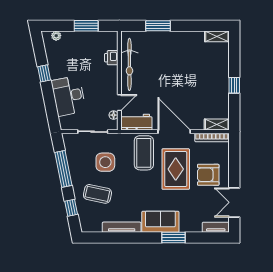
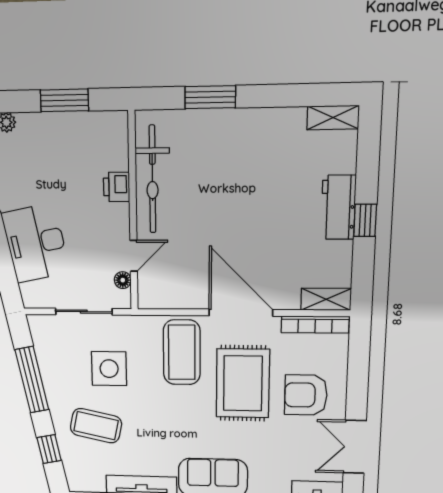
printer: (111, 58) -> (117, 187), moved
workbench: (136, 122) -> (338, 207), moved, turned -90

